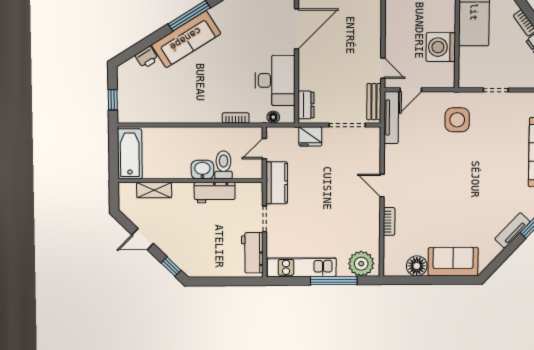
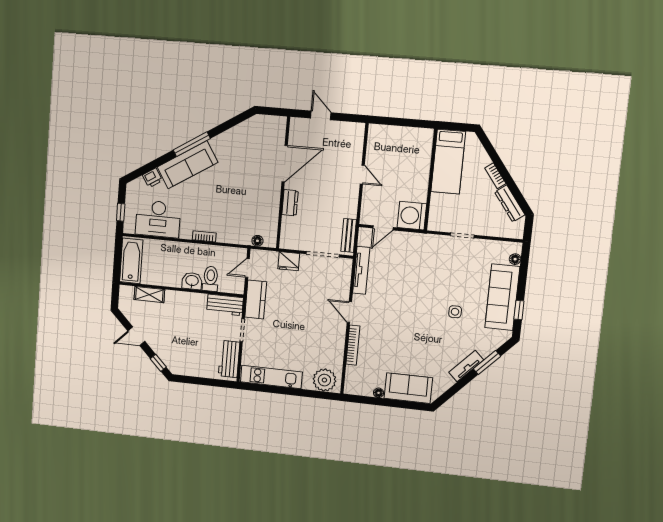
washing machine: (441, 47) -> (412, 216), moved
door: (383, 68) -> (362, 175), moved
desk: (275, 80) -> (158, 219), moved, turned 90
dresser: (306, 105) -> (290, 203), moved
bookcase: (236, 118) -> (204, 236), moved
tv unit: (391, 118) -> (361, 270), moved
side table: (457, 120) -> (455, 312), moved, width x0.54, depth x0.54
workbench: (215, 193) -> (225, 305), moved
bookcase: (389, 221) -> (353, 345), width x1.56
floor lamp: (417, 266) -> (379, 393), width x0.53, depth x0.53
window: (334, 281) -> (299, 392), removed

